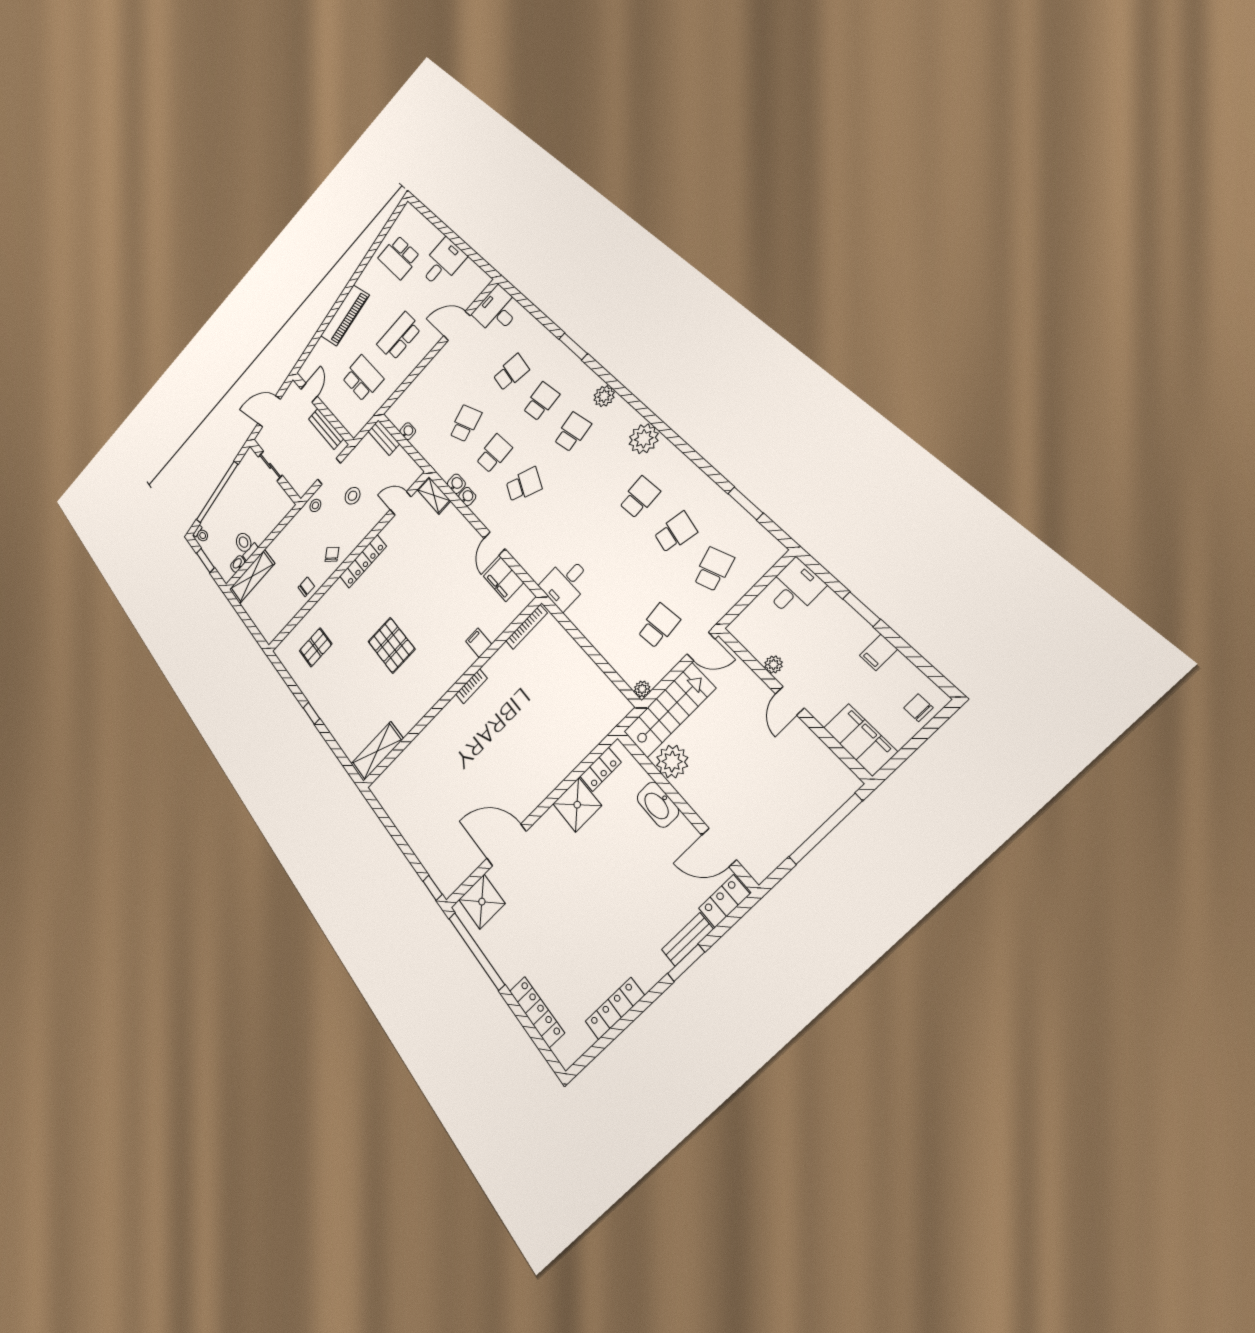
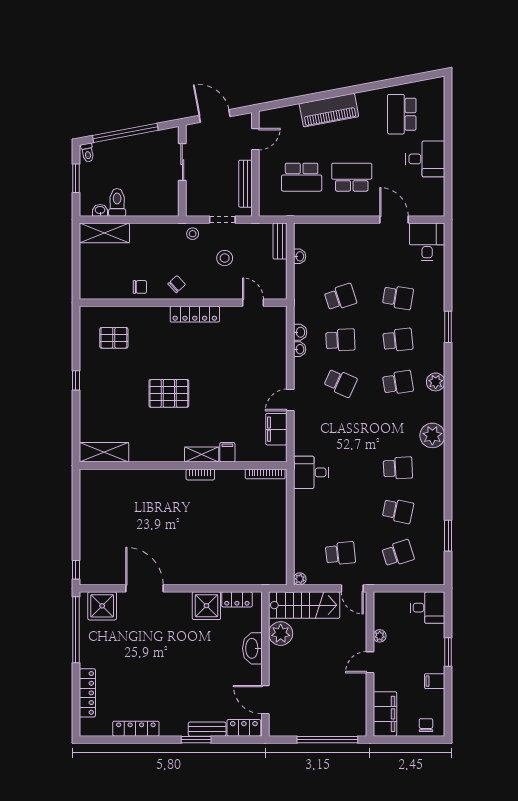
school desk: (363, 378) -> (302, 177), turned 90
shelving: (434, 495) -> (202, 455), moved, turned 90
pallet: (391, 645) -> (169, 393), turned 90

